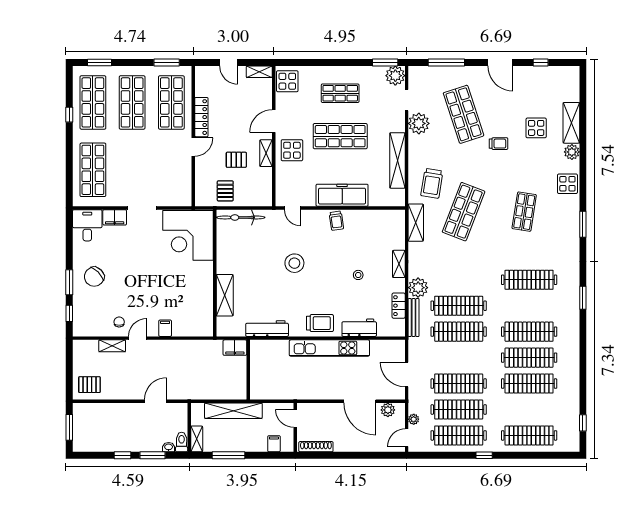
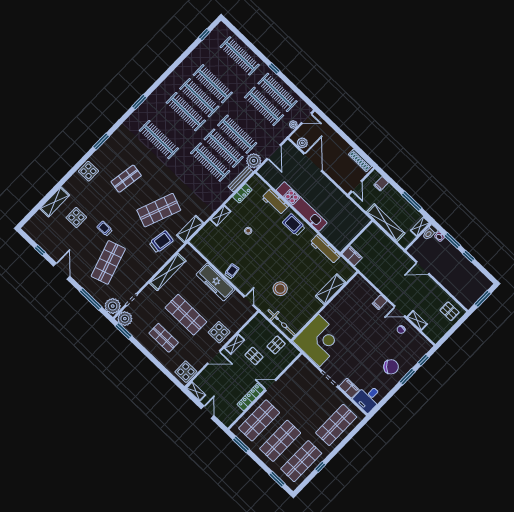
plant: (419, 123) -> (113, 306), moved
plant: (572, 152) -> (70, 186), removed
stool: (294, 263) -> (280, 289), moved
plant: (418, 288) -> (254, 161), moved
clothes rail: (459, 384) -> (237, 134), moved

